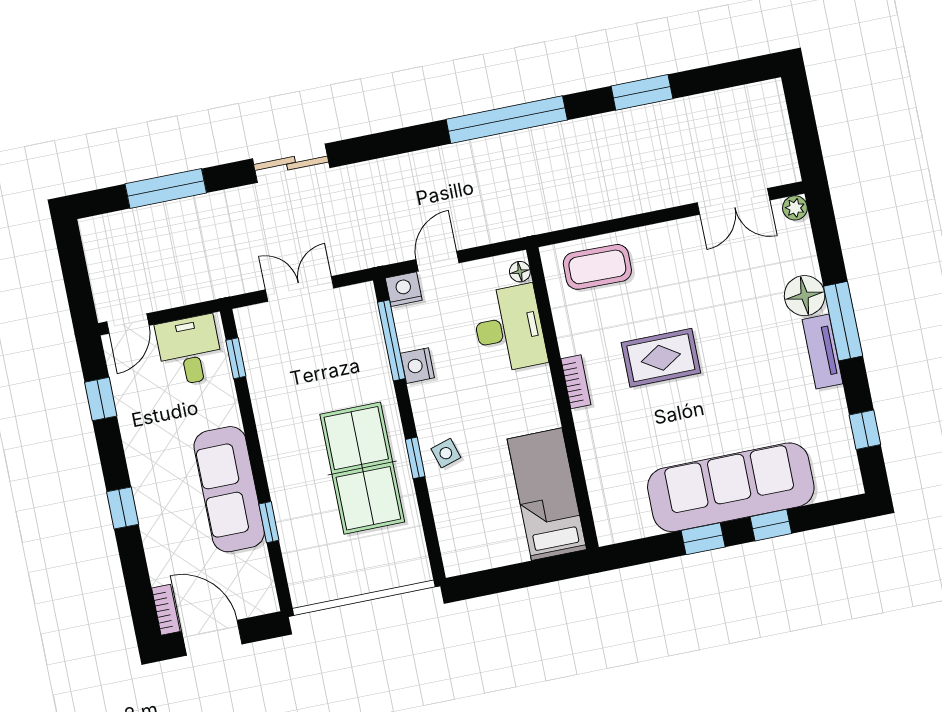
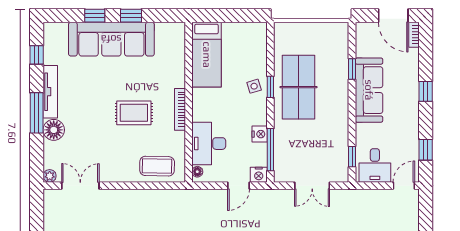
tv unit: (823, 352) -> (50, 92), width x1.41
bookcase: (576, 382) -> (180, 109), width x1.56

